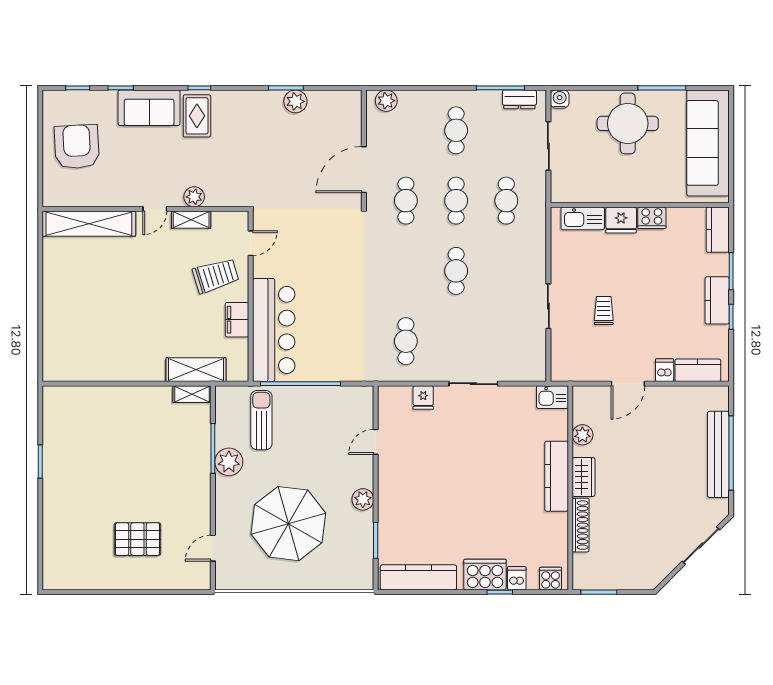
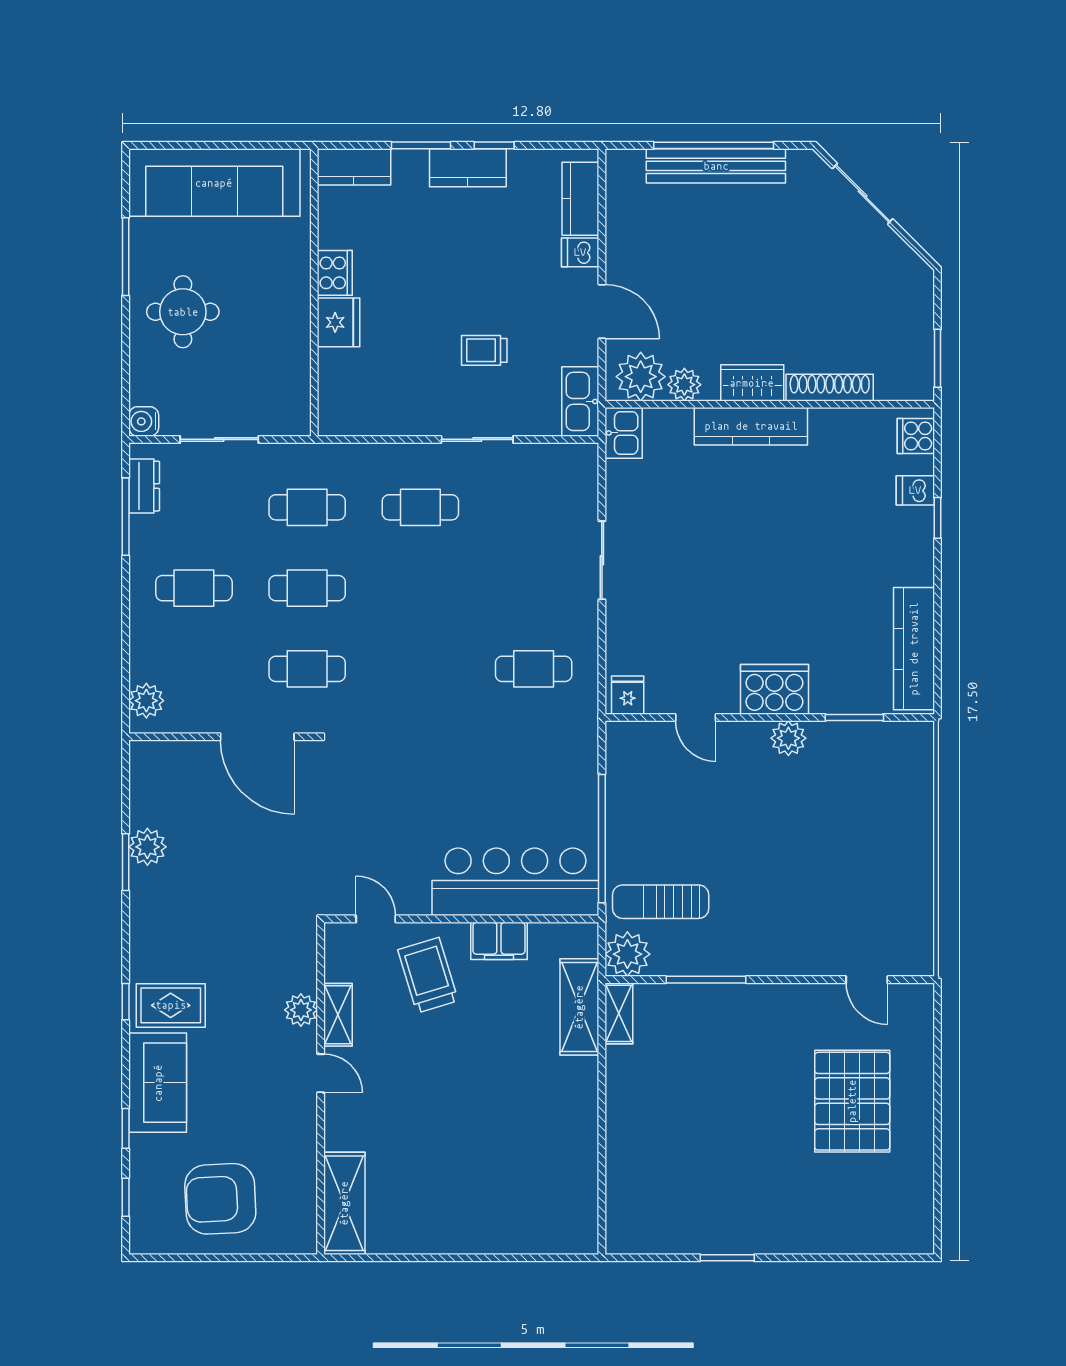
round table: (628, 123) -> (183, 312), width x0.73, depth x0.73
kitchen sink: (583, 218) -> (580, 401), moved, turned 180
shelving: (89, 224) -> (344, 1203), width x0.68
cafe table: (456, 271) -> (420, 507), moved
fridge: (423, 398) -> (628, 695), moved, turned -90
plant: (587, 408) -> (641, 377), added
plant: (229, 462) -> (627, 954), moved
parasol: (288, 524) -> (827, 858), removed
pallet: (137, 539) -> (852, 1101), width x1.37, depth x1.41
cooker: (485, 575) -> (774, 689), moved, turned 90

